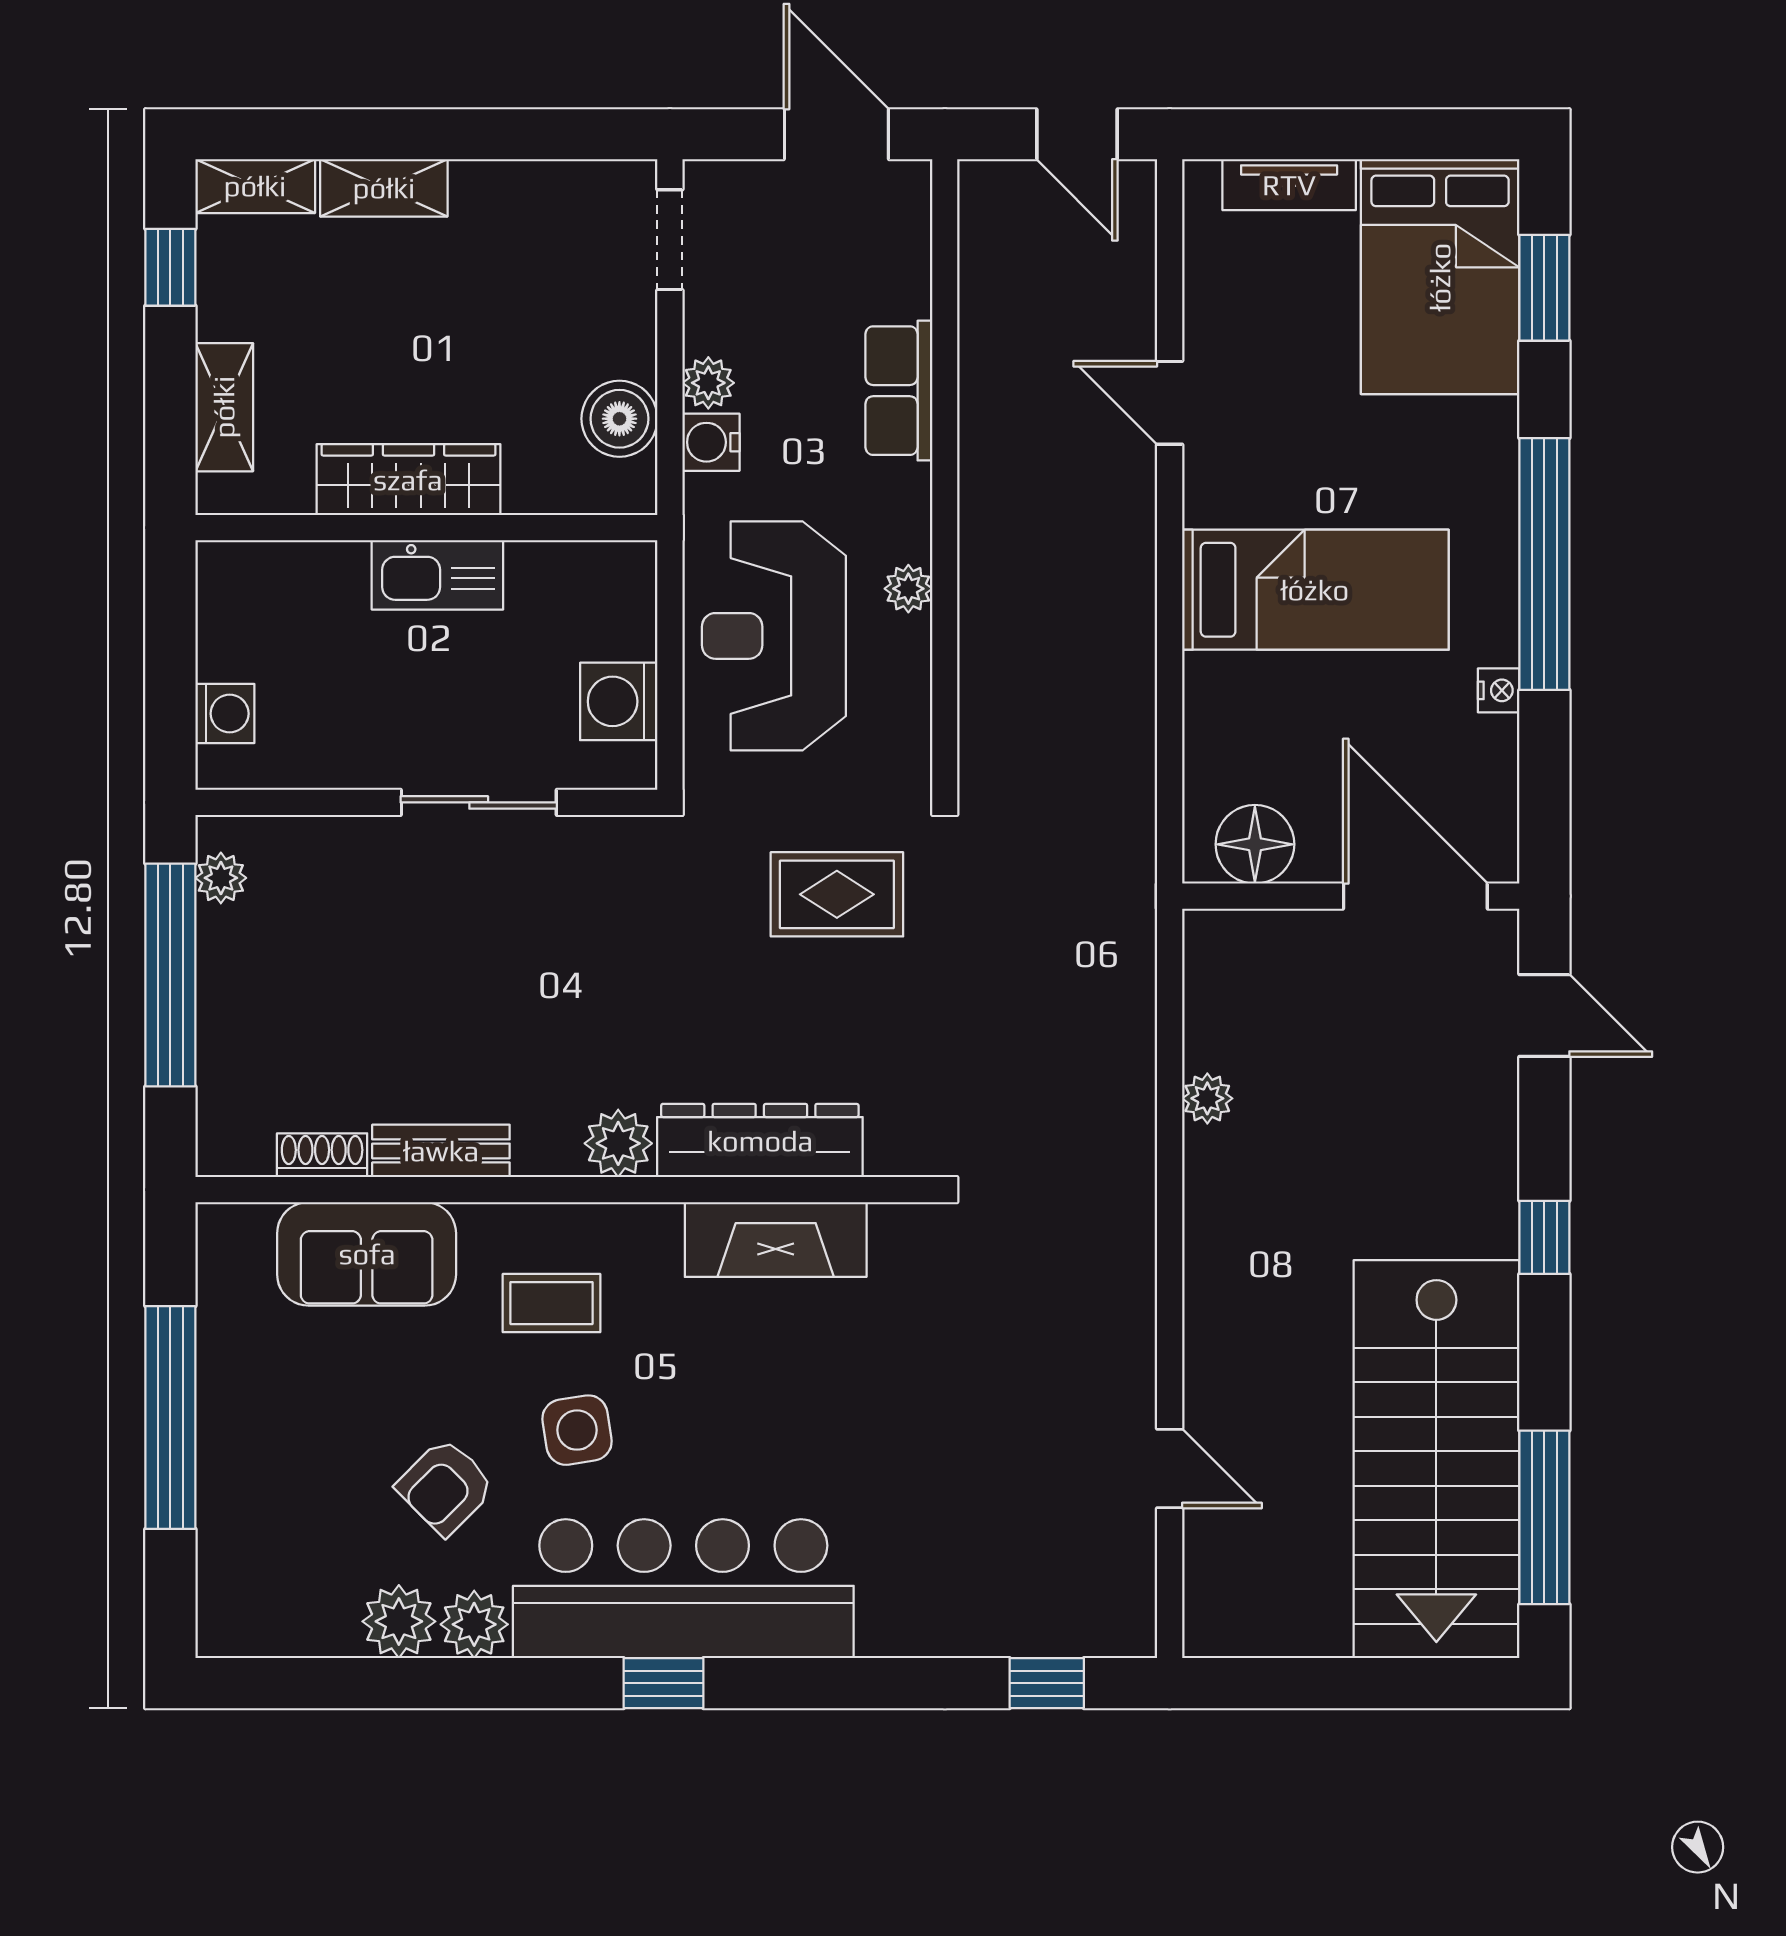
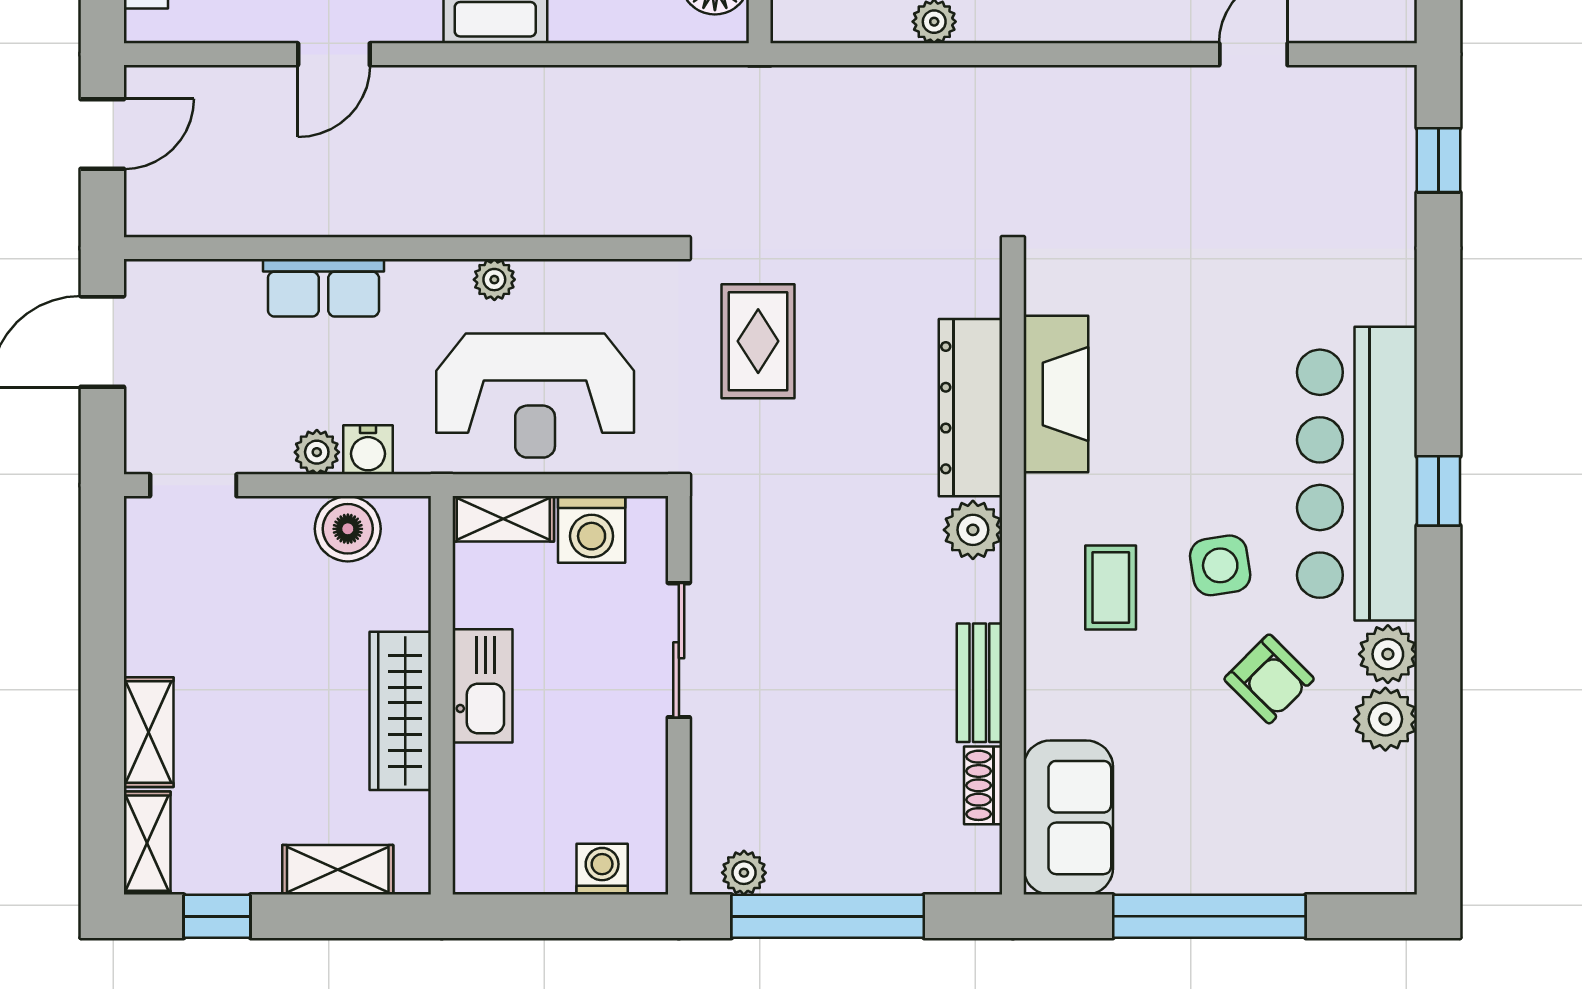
shelving: (631, 599) -> (503, 519), added
sofa: (367, 1254) -> (1068, 818), moved

